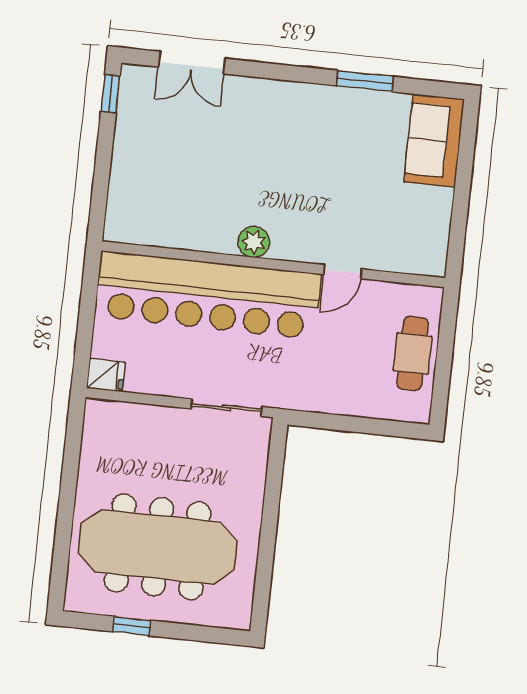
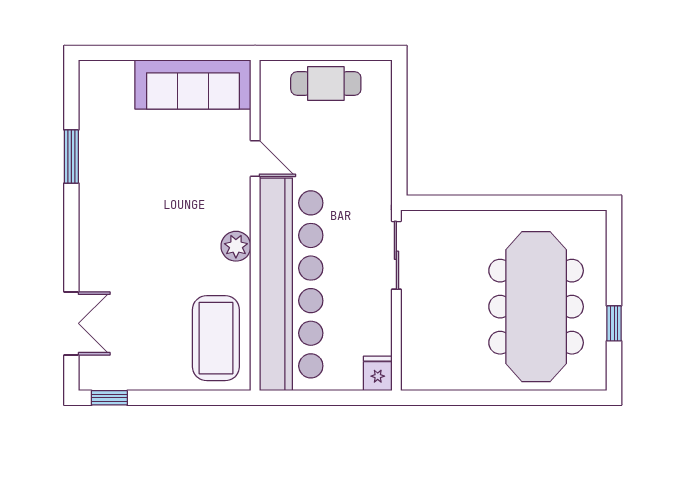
sofa: (434, 141) -> (193, 85), moved, width x1.36
coffee table: (160, 211) -> (216, 338), added

